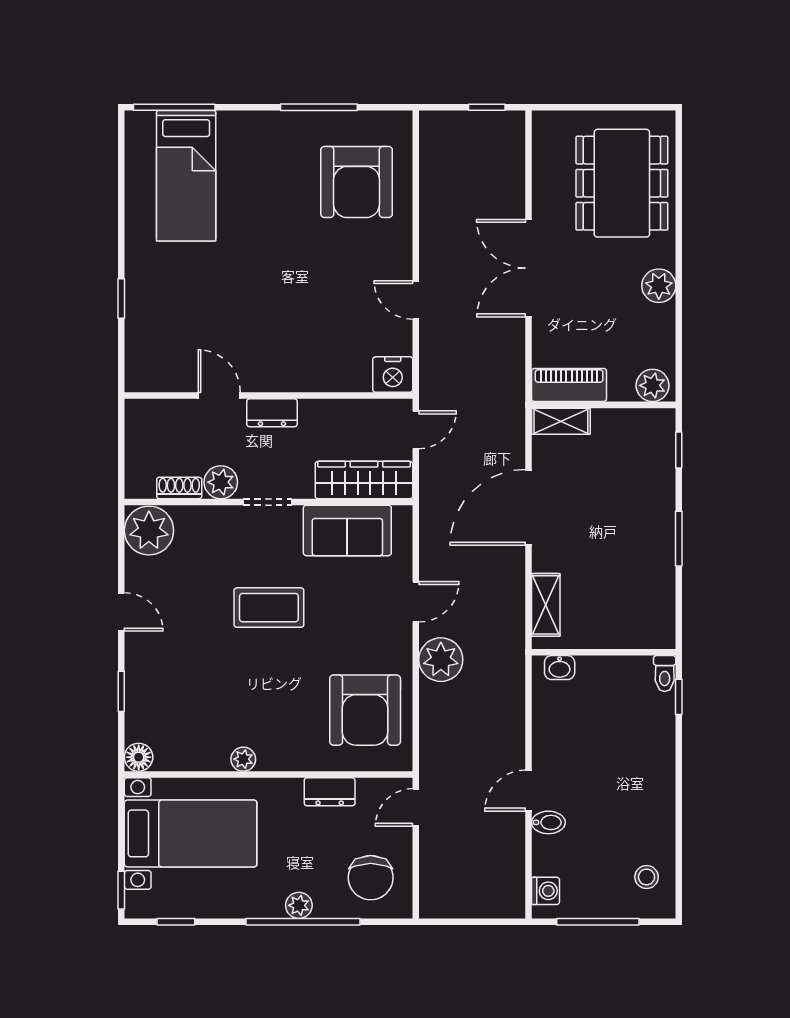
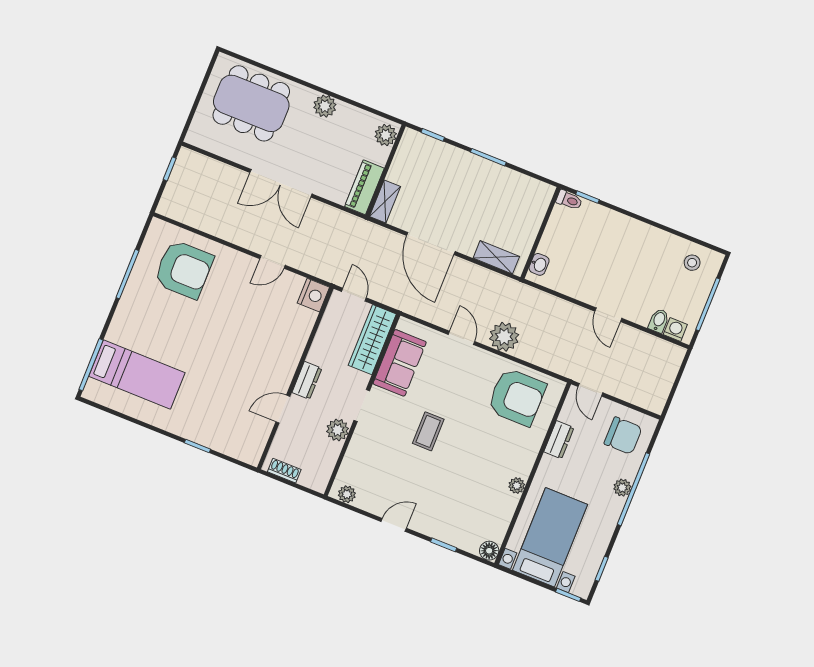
shoe rack: (179, 488) -> (284, 471), moved, turned 90
plant: (149, 531) -> (347, 494), width x0.53, depth x0.53
coffee table: (269, 608) -> (428, 431), width x0.73, depth x0.77
bidet: (548, 822) -> (659, 321), moved

